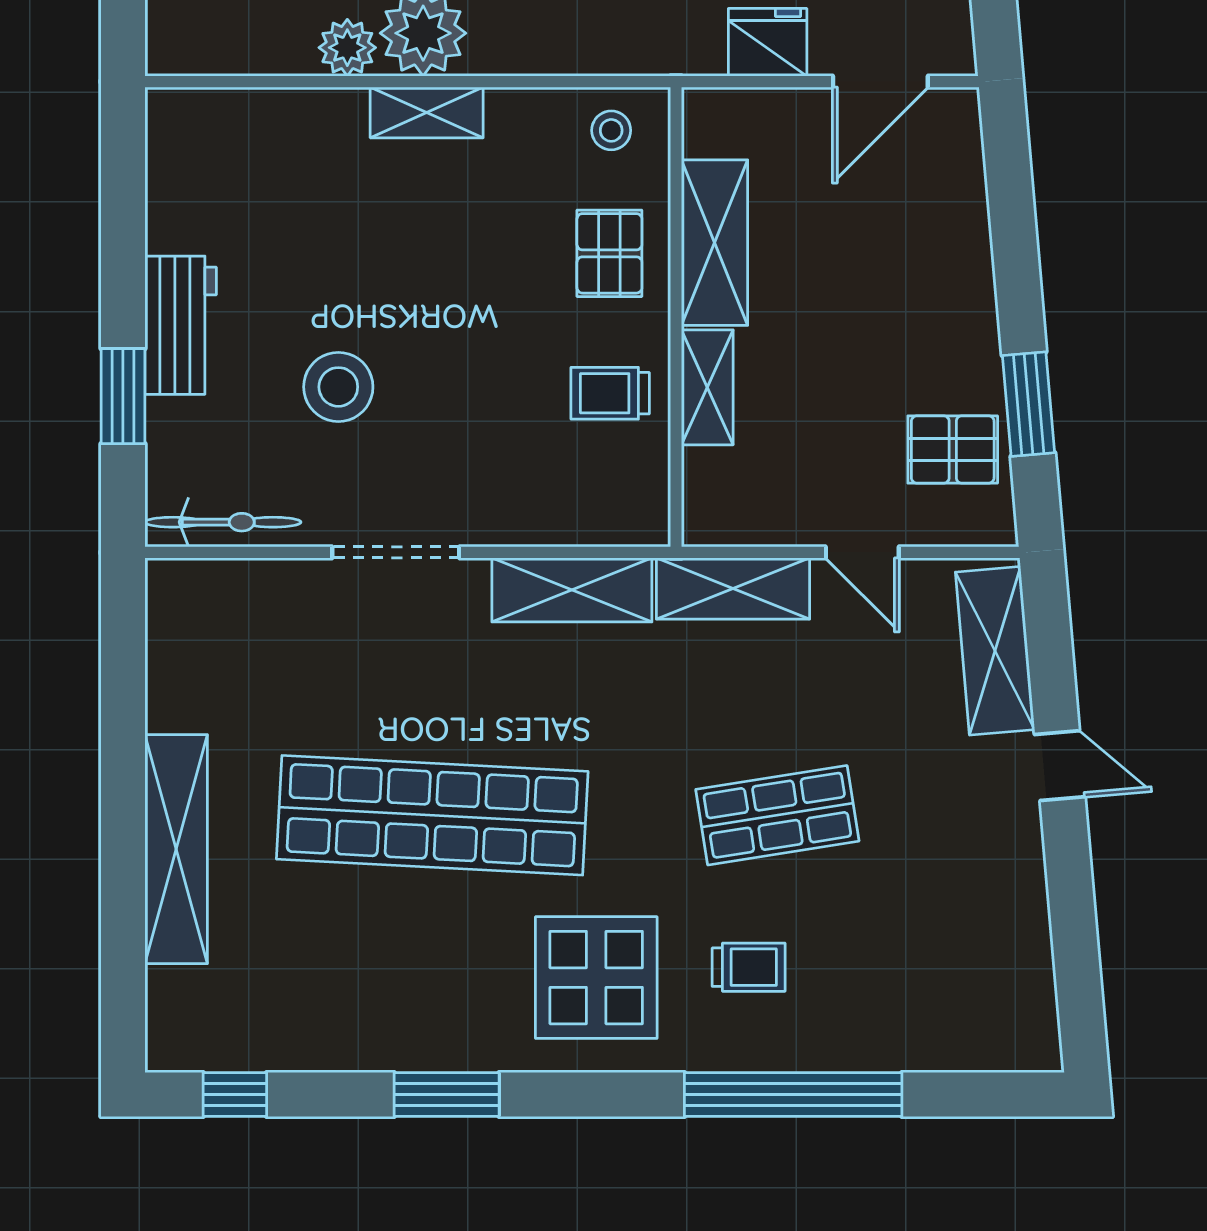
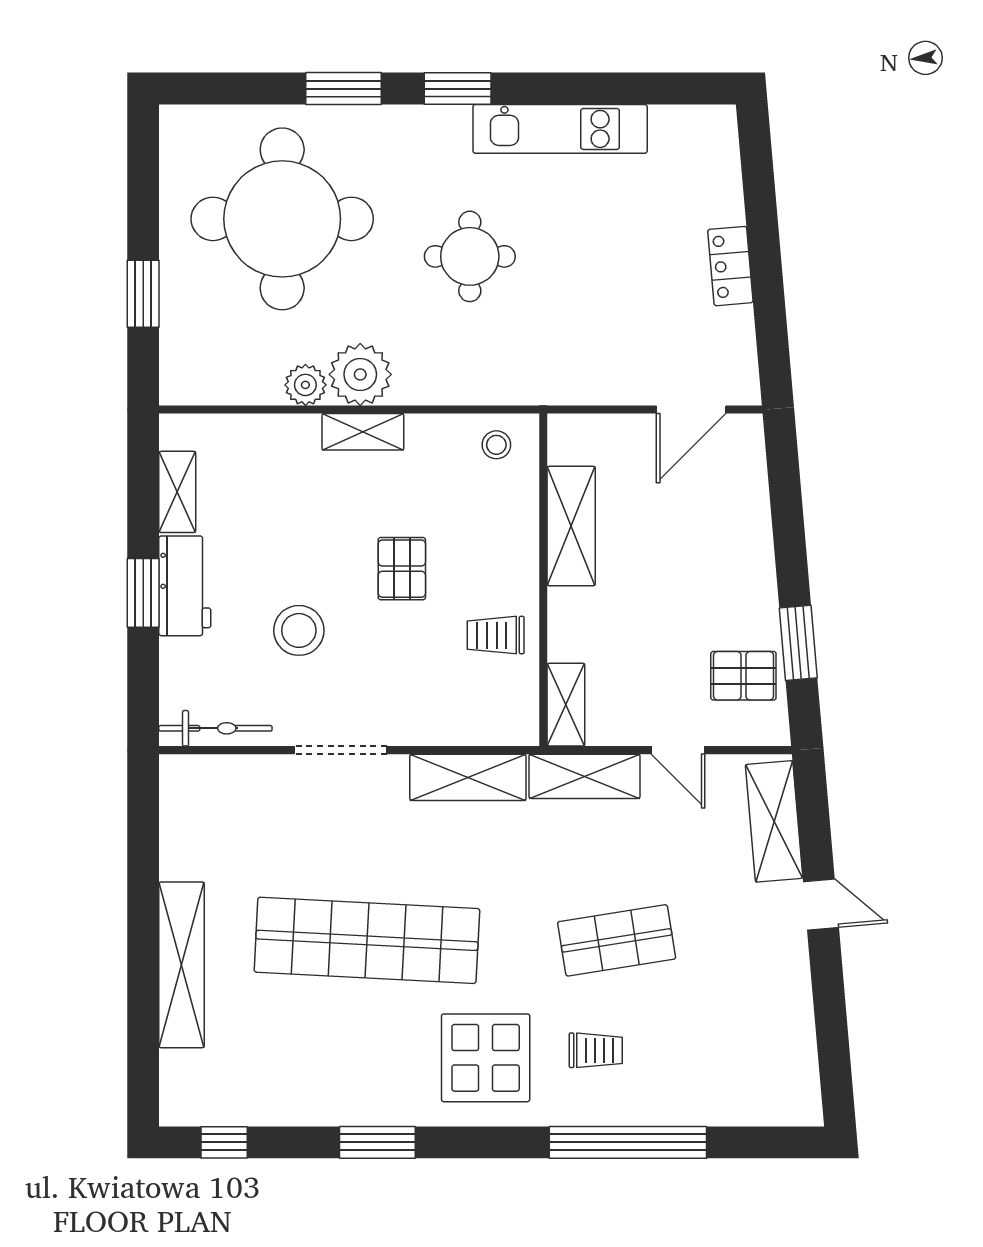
fridge: (768, 42) -> (609, 381), removed
shelving: (170, 195) -> (177, 492), added
pallet: (609, 253) -> (402, 569), moved
shelving: (707, 387) -> (566, 705), moved
window: (123, 396) -> (143, 593), moved

